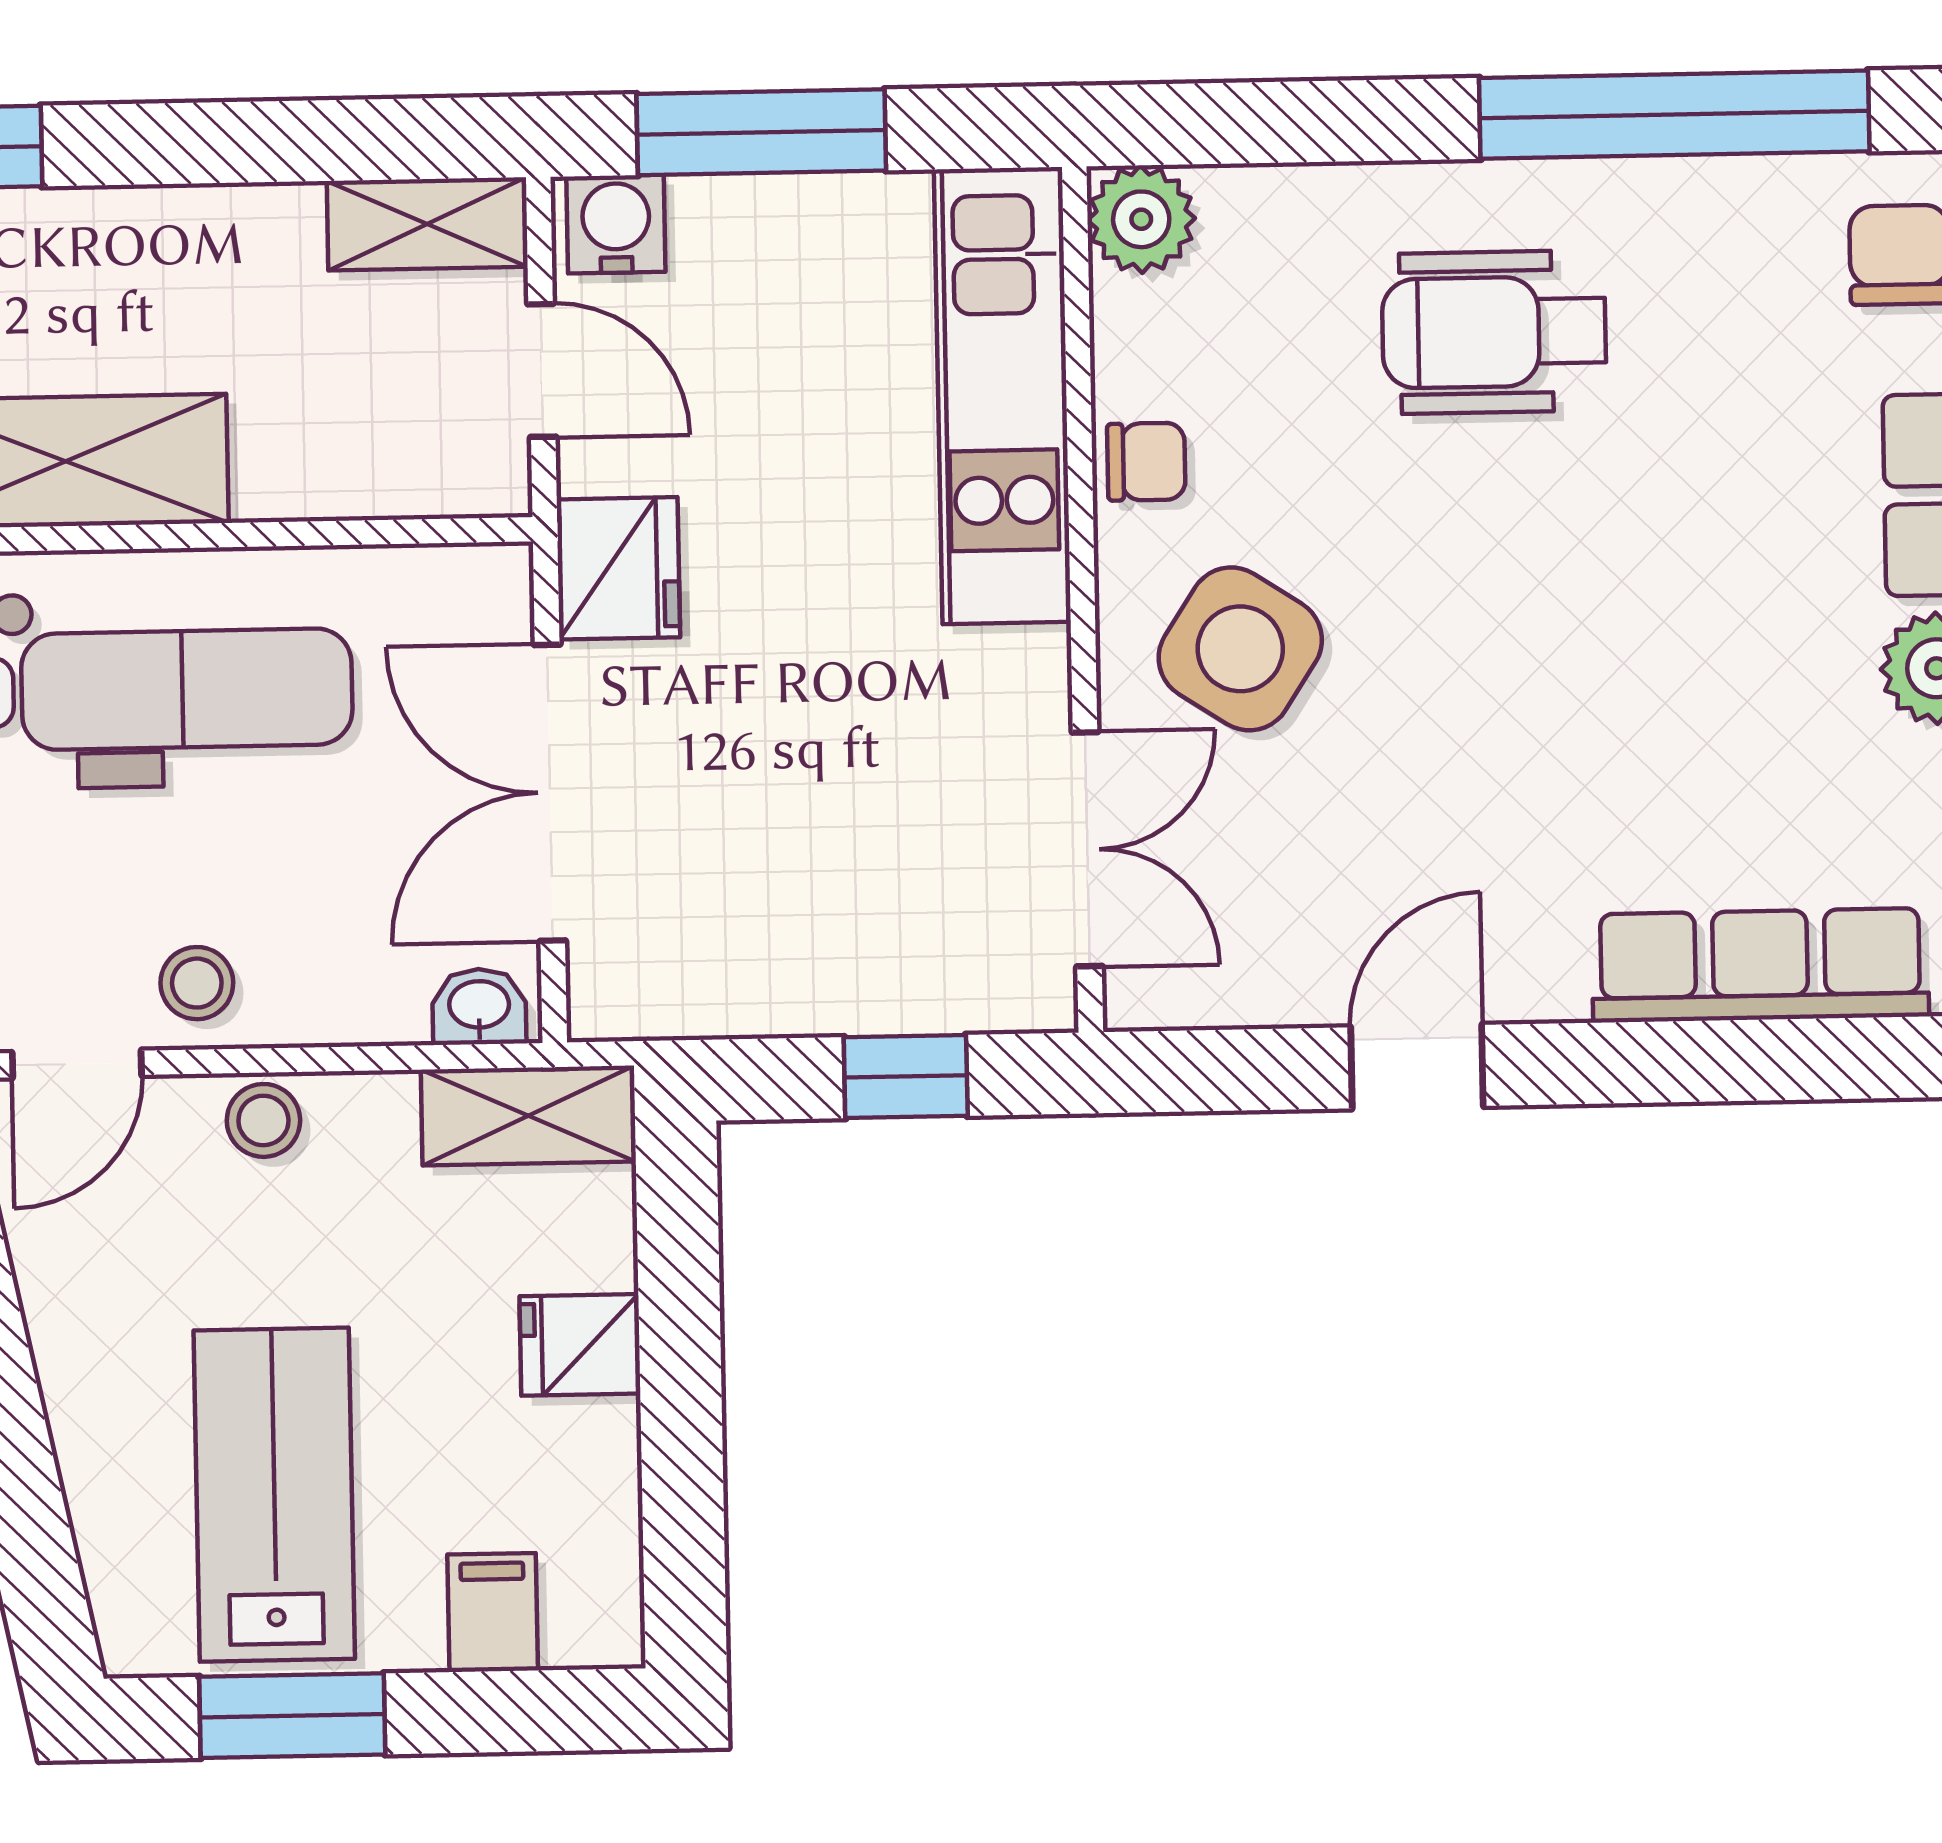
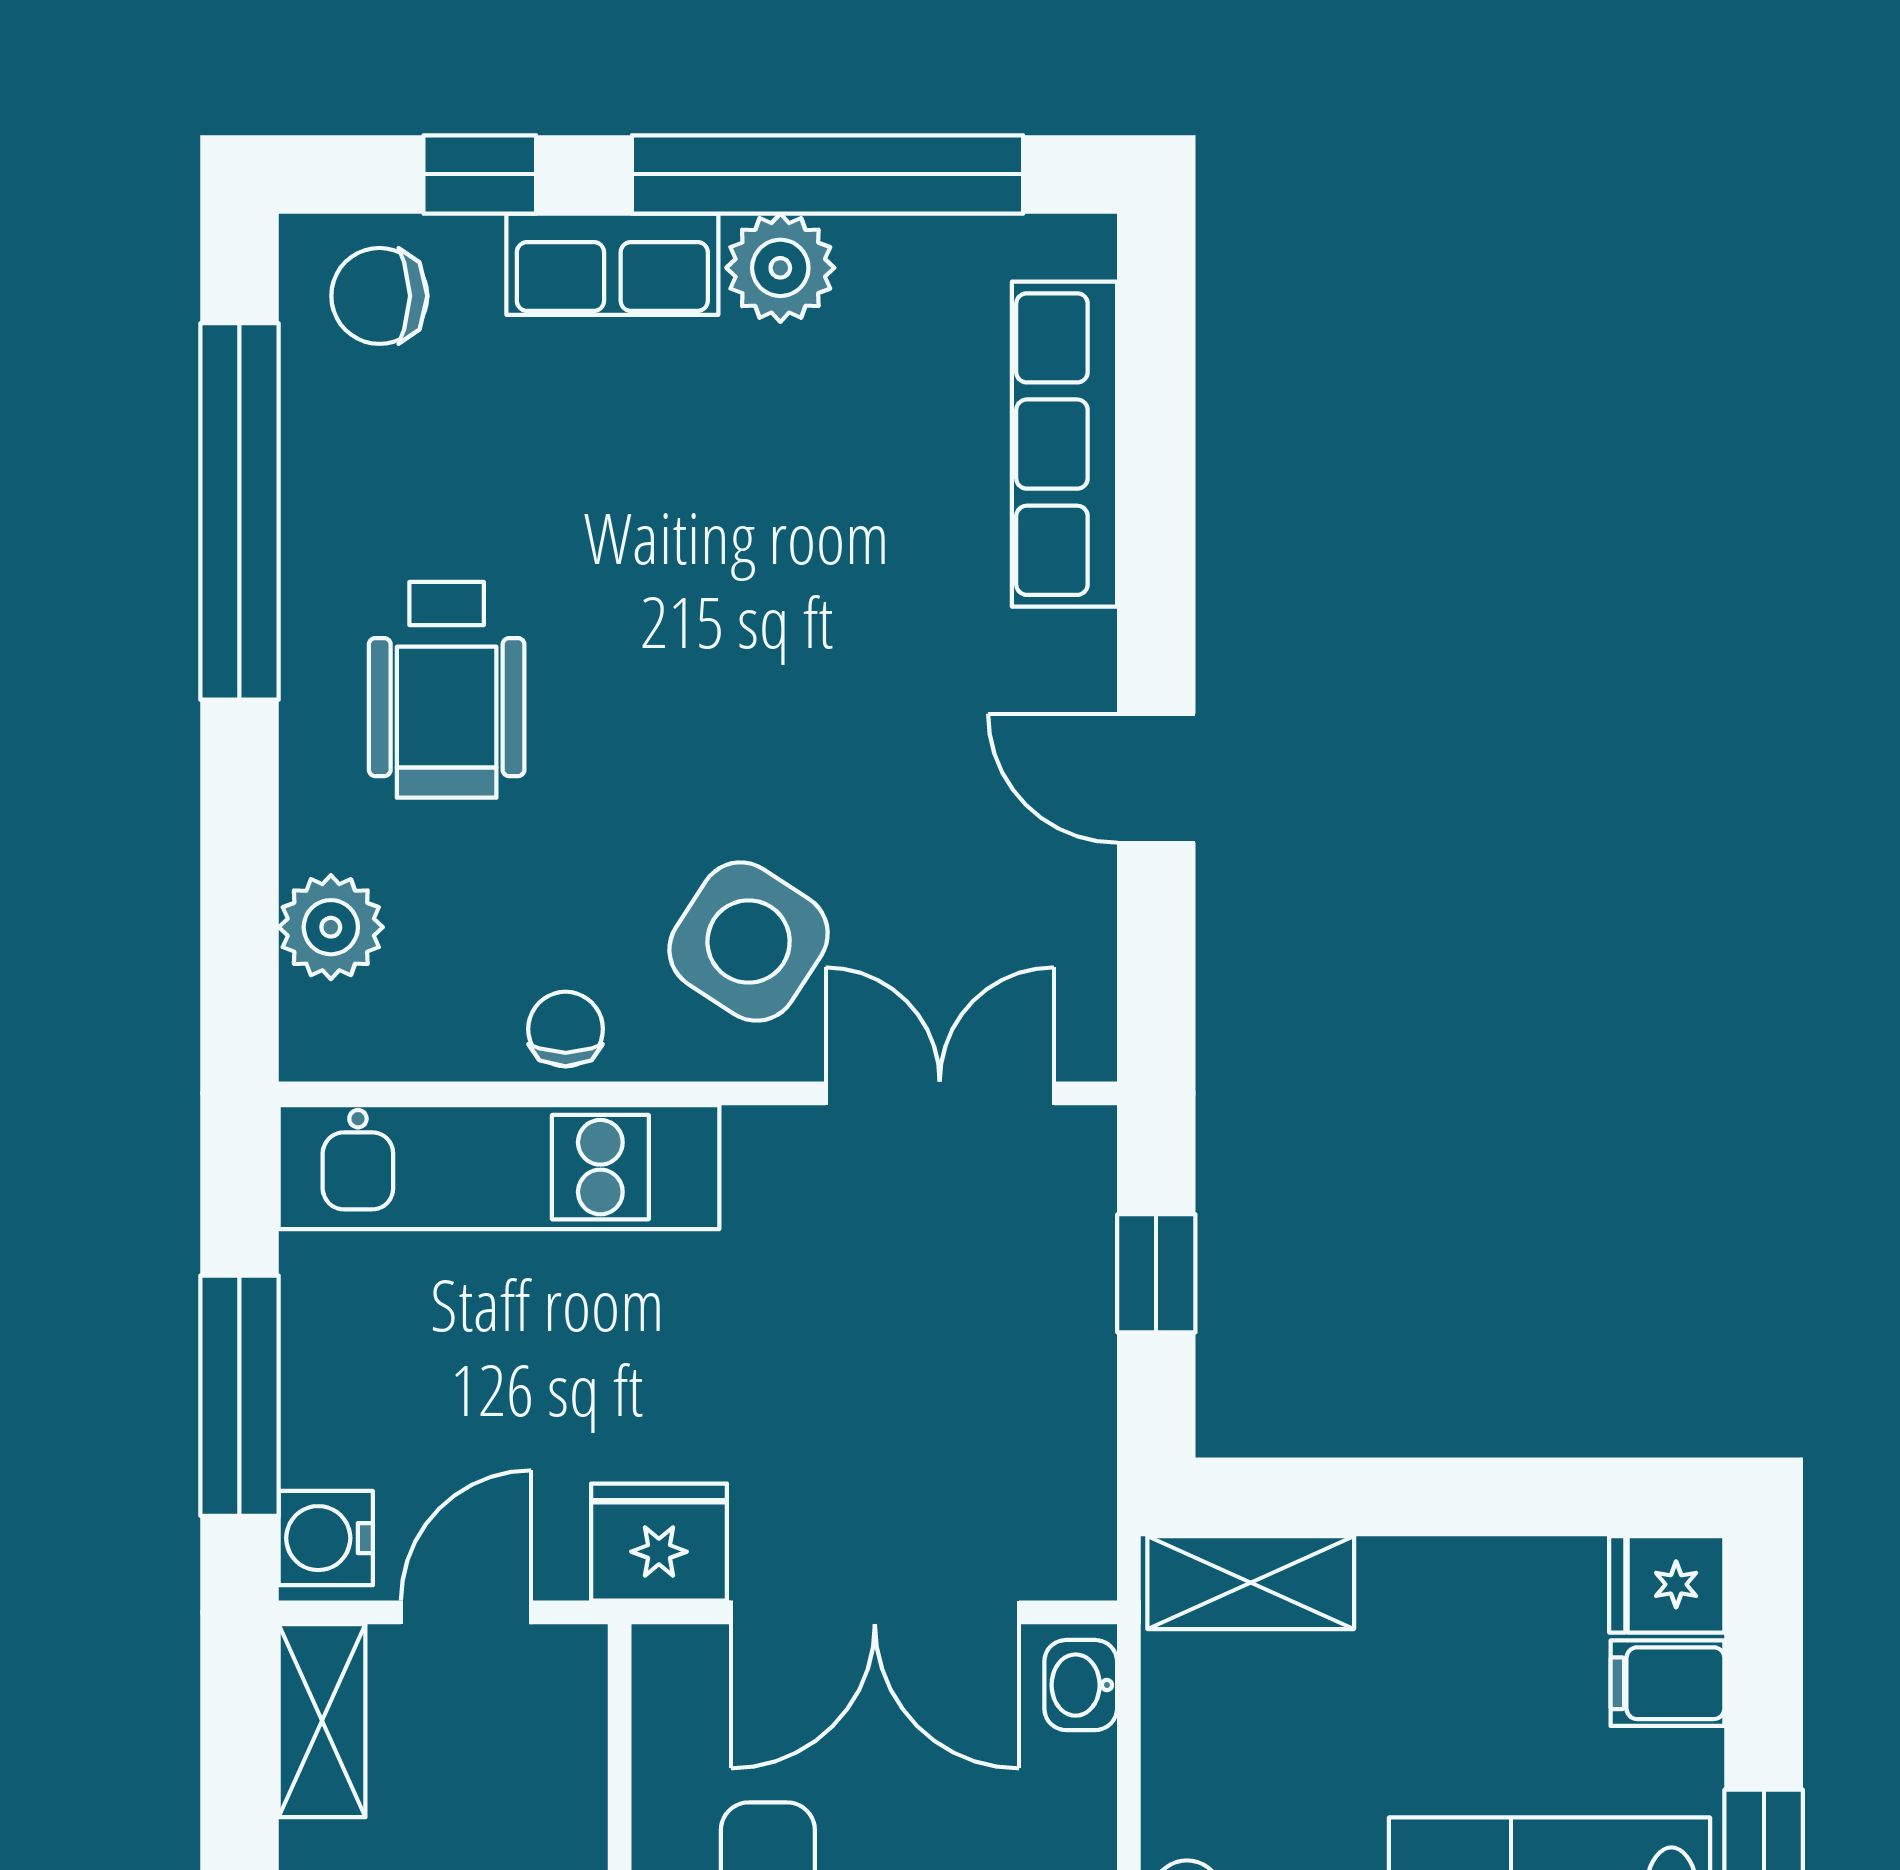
plant: (1141, 219) -> (331, 927), moved
shelving: (528, 1116) -> (1251, 1583), moved, turned 90
fridge: (580, 1345) -> (1667, 1584), moved, turned 90

